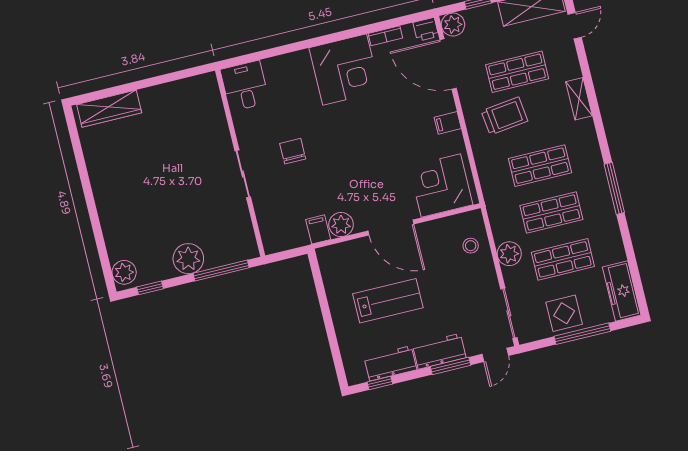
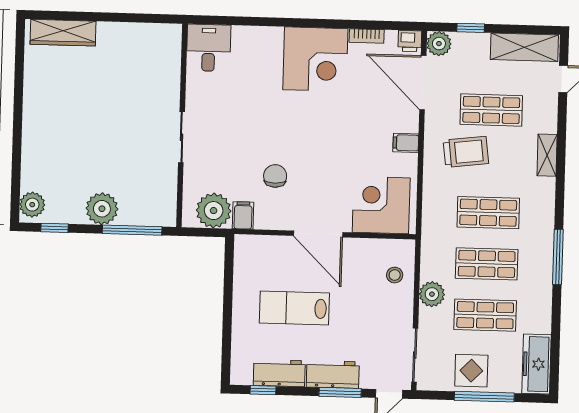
chair: (293, 151) -> (275, 176), moved
plant: (341, 225) -> (214, 211), moved, width x1.36, depth x1.36
lab bench: (388, 301) -> (294, 308), turned 180

